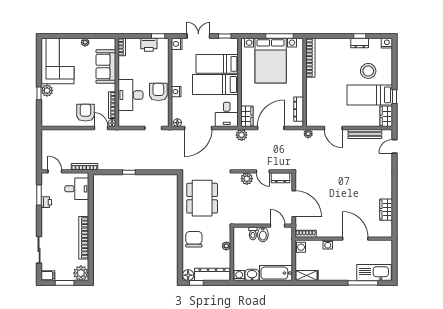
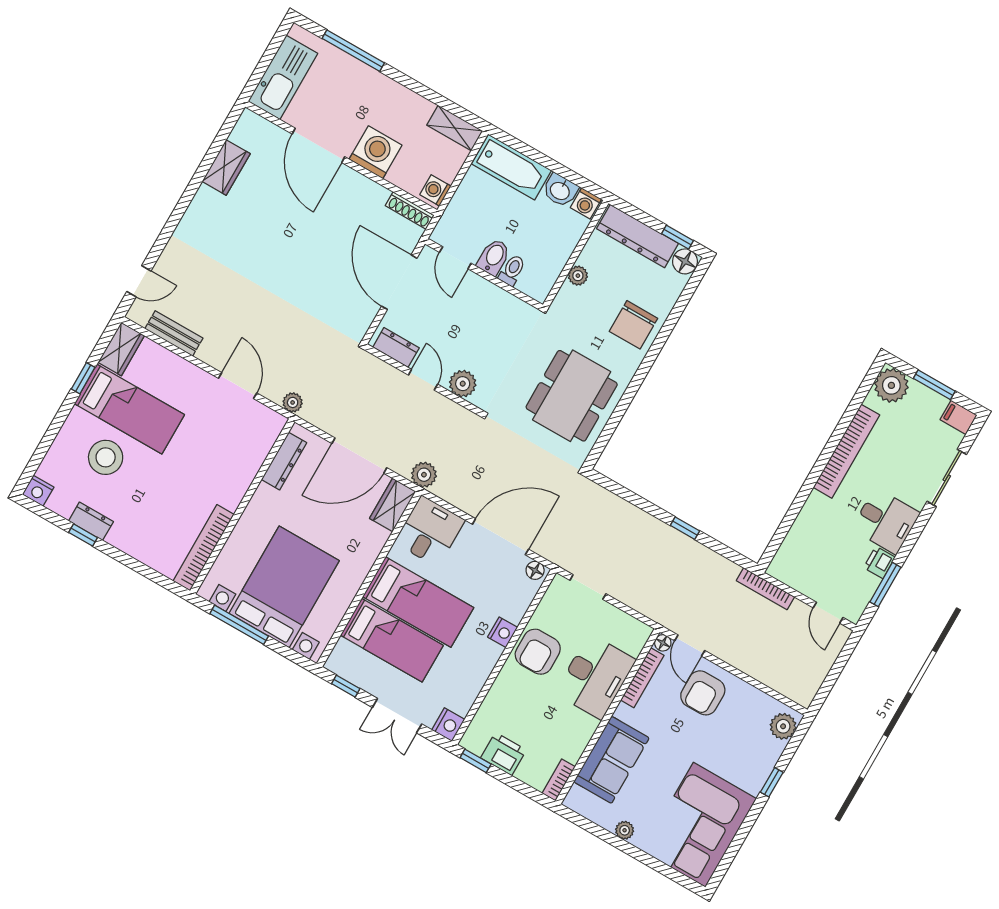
plant: (47, 90) -> (783, 726), moved
bench: (365, 134) -> (174, 333), width x0.73
desk: (77, 189) -> (886, 521), moved, turned 180
washing machine: (328, 245) -> (375, 152), width x1.89, depth x1.89
kitchen sink: (374, 273) -> (283, 77), moved, turned -90

